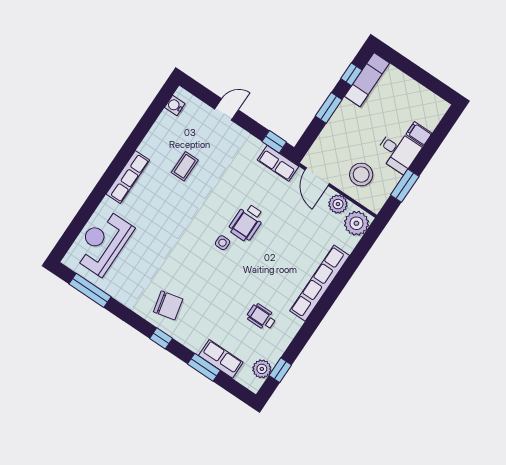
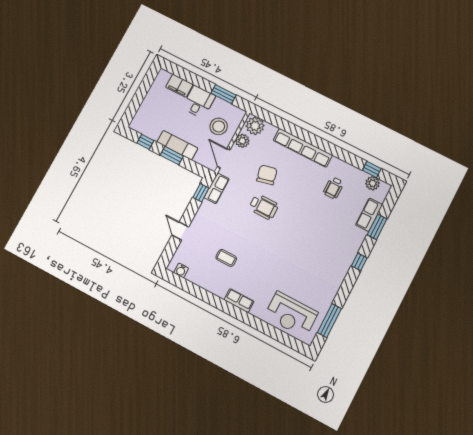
exam couch: (367, 80) -> (177, 145), moved
filing cabinet: (419, 134) -> (179, 86), width x2.00
row of seats: (128, 177) -> (239, 301), width x0.68
door: (317, 177) -> (224, 158), swing flipped
side table: (222, 243) -> (281, 223), removed
chair: (168, 305) -> (267, 175), moved

